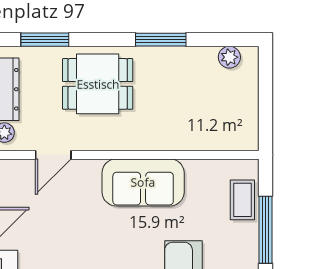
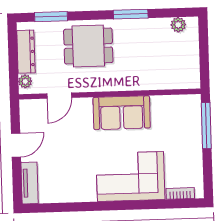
coffee table: (242, 200) -> (190, 123), removed
window: (266, 230) -> (206, 126), moved

